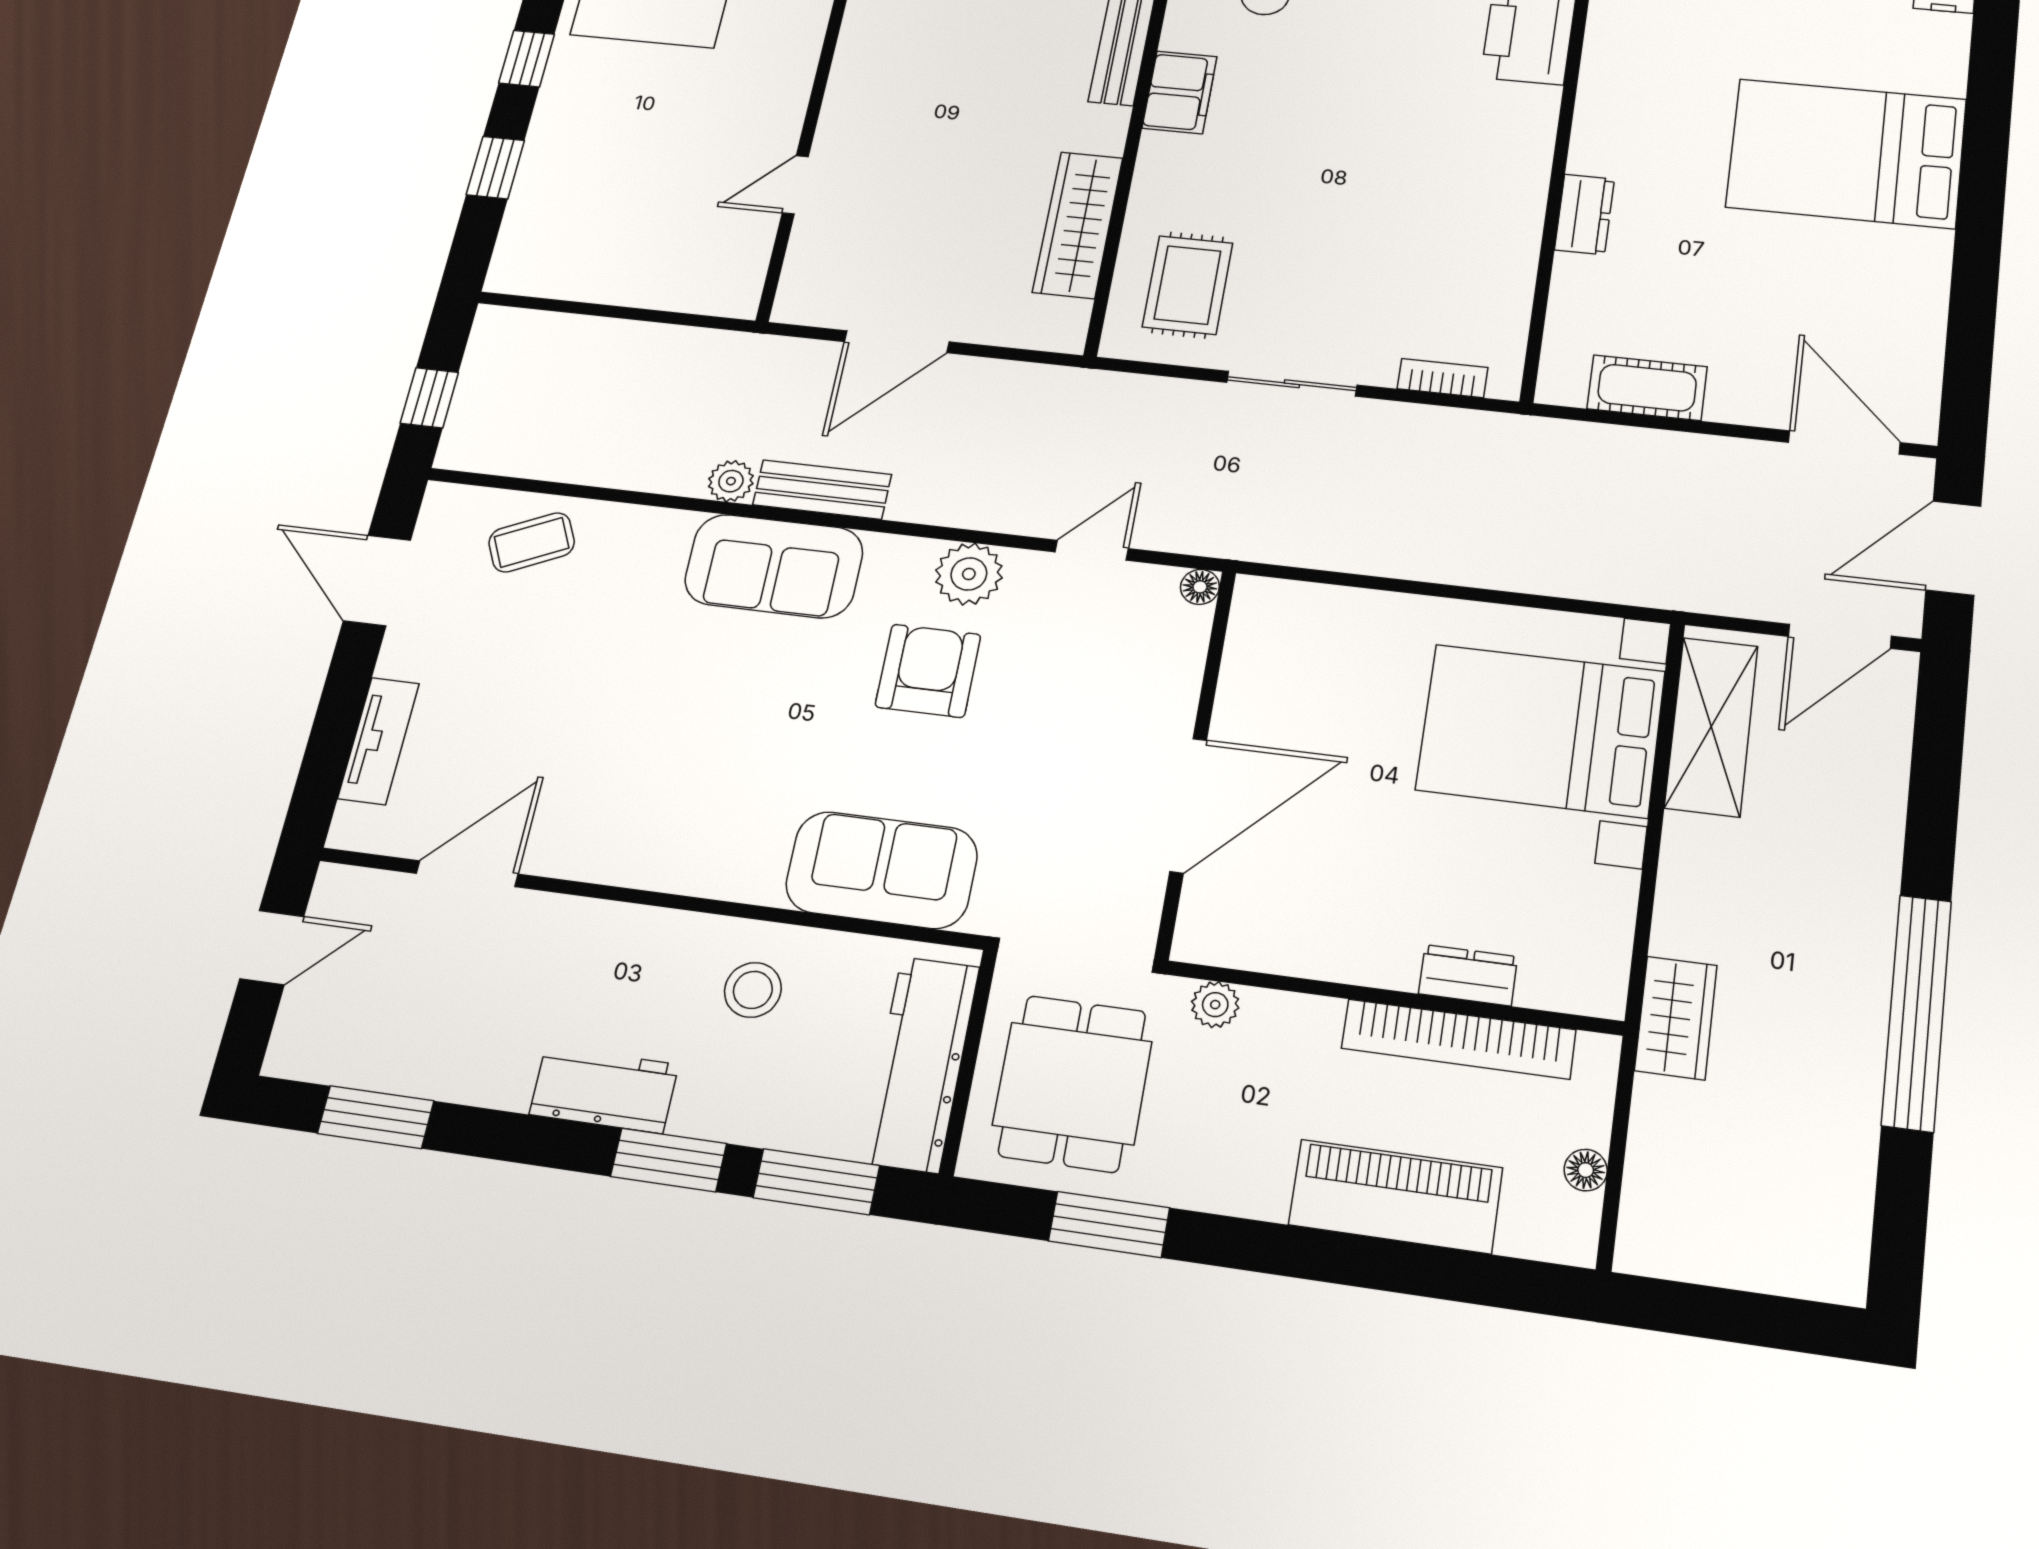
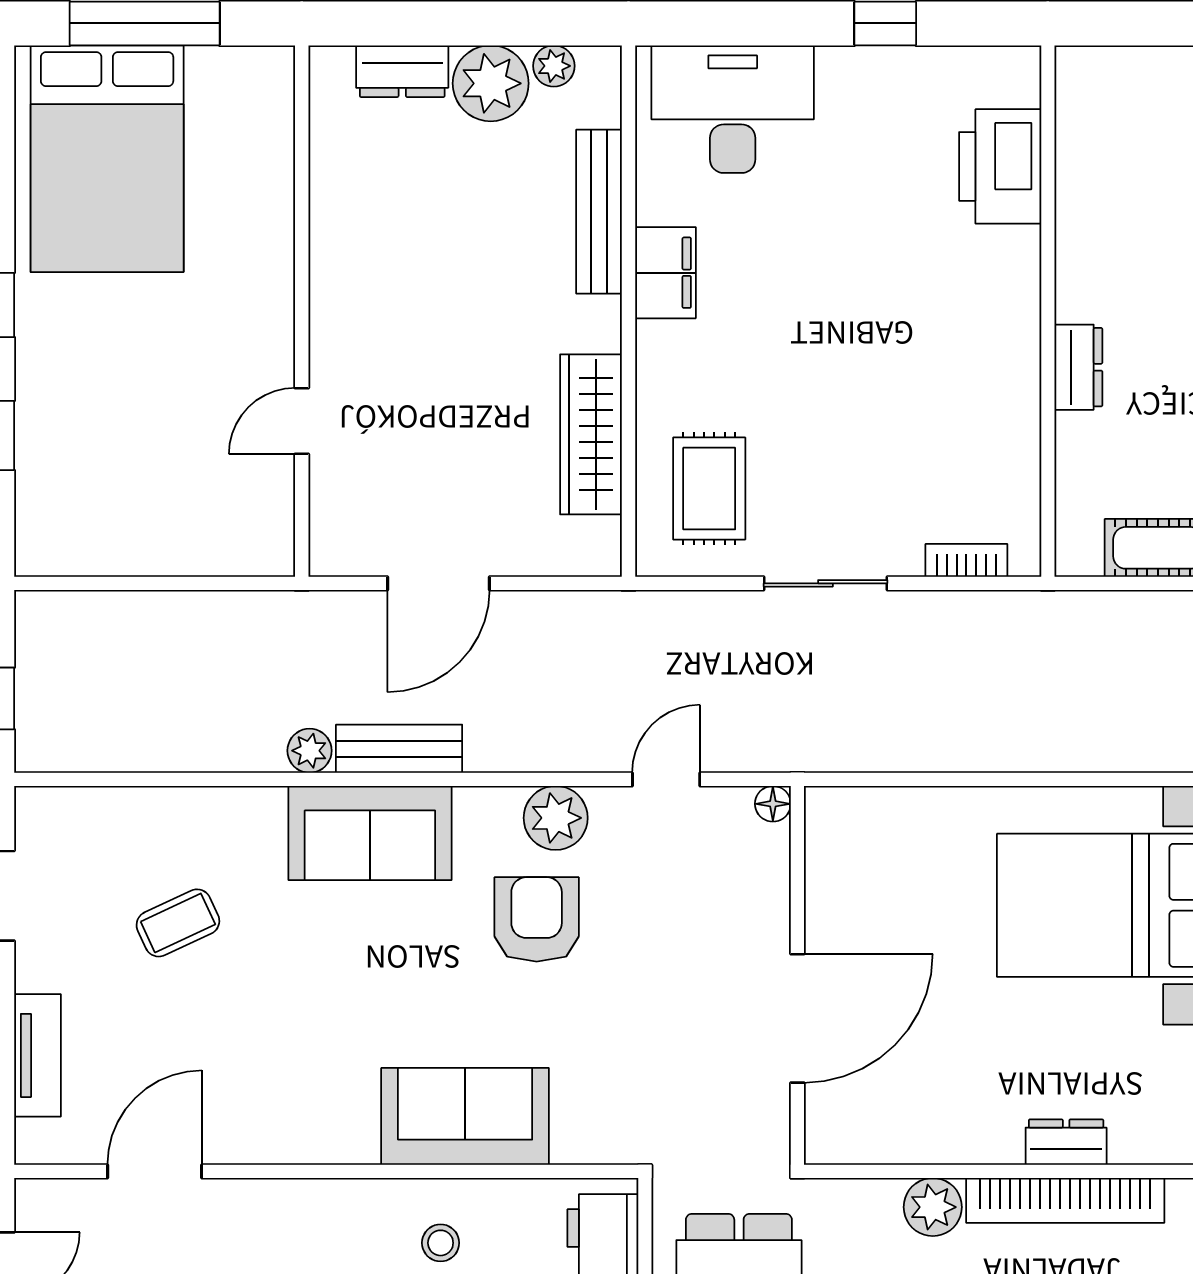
coffee table: (532, 542) -> (178, 923), moved
sofa: (882, 870) -> (465, 1116), moved
stool: (753, 990) -> (441, 1243), width x0.73, depth x0.73
plant: (1215, 1005) -> (933, 1207), moved, width x1.38, depth x1.38

